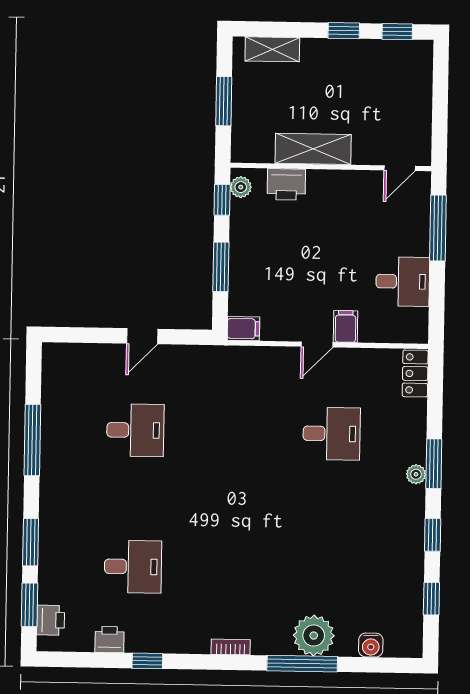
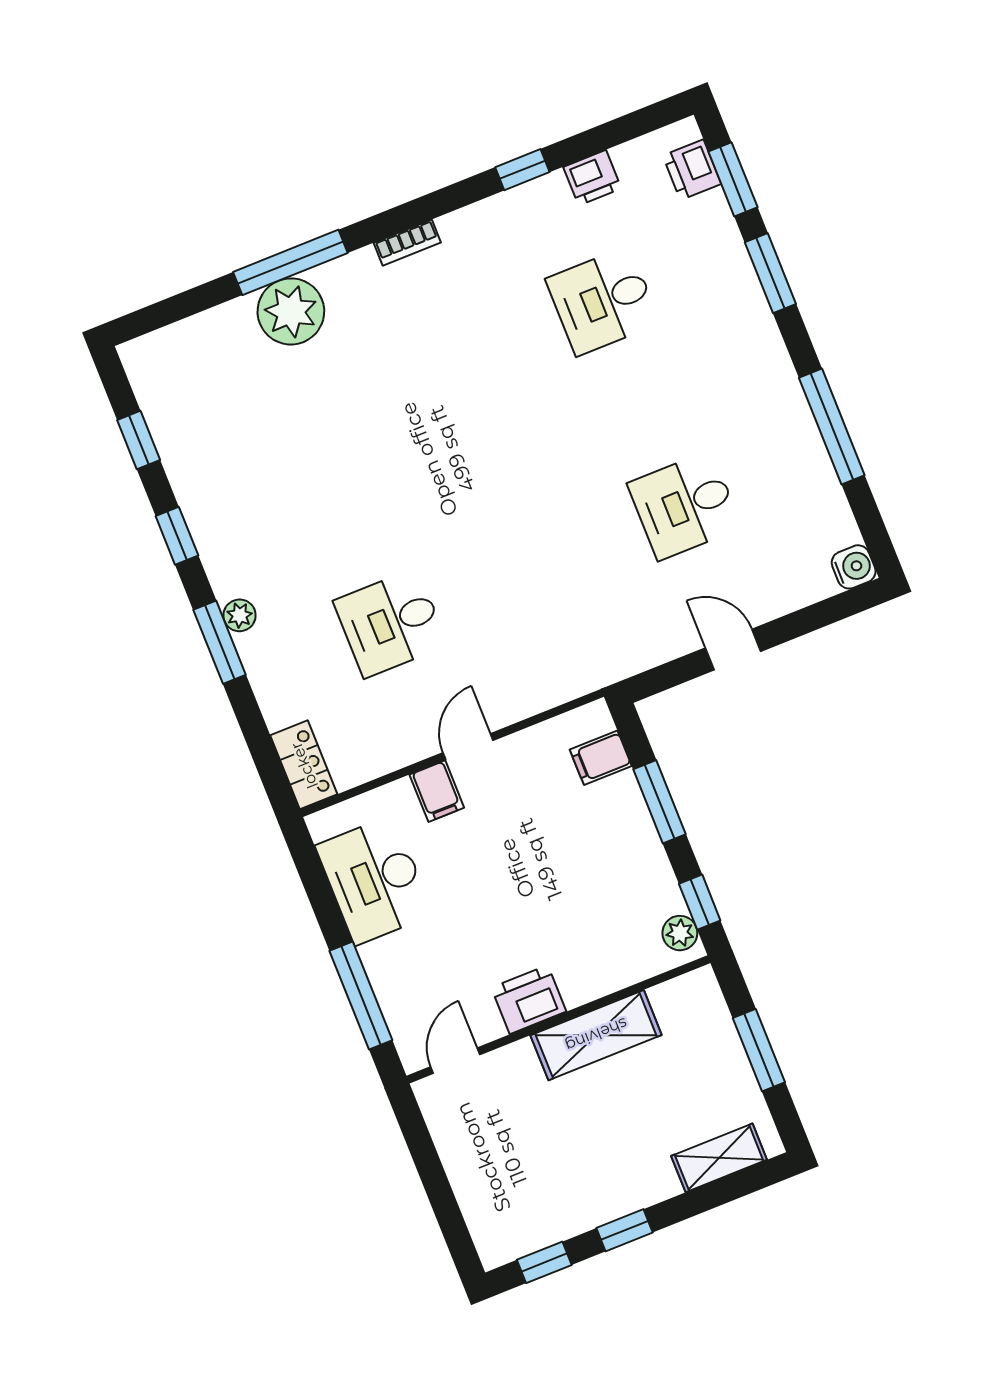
printer: (286, 184) -> (529, 1000), moved
desk: (403, 281) -> (374, 880), width x1.37
filing cabinet: (243, 329) -> (601, 758), moved
door: (142, 336) -> (733, 650), hinge flipped
water cooler: (371, 645) -> (854, 567), moved, turned 90

